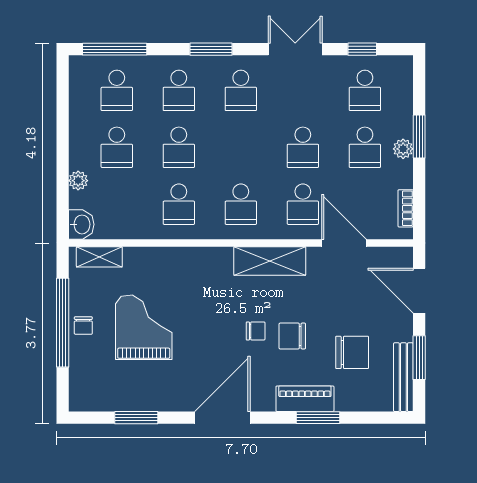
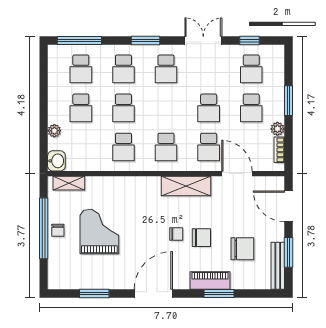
plant: (403, 149) -> (277, 129), moved
chair: (292, 336) -> (201, 238), turned 180

